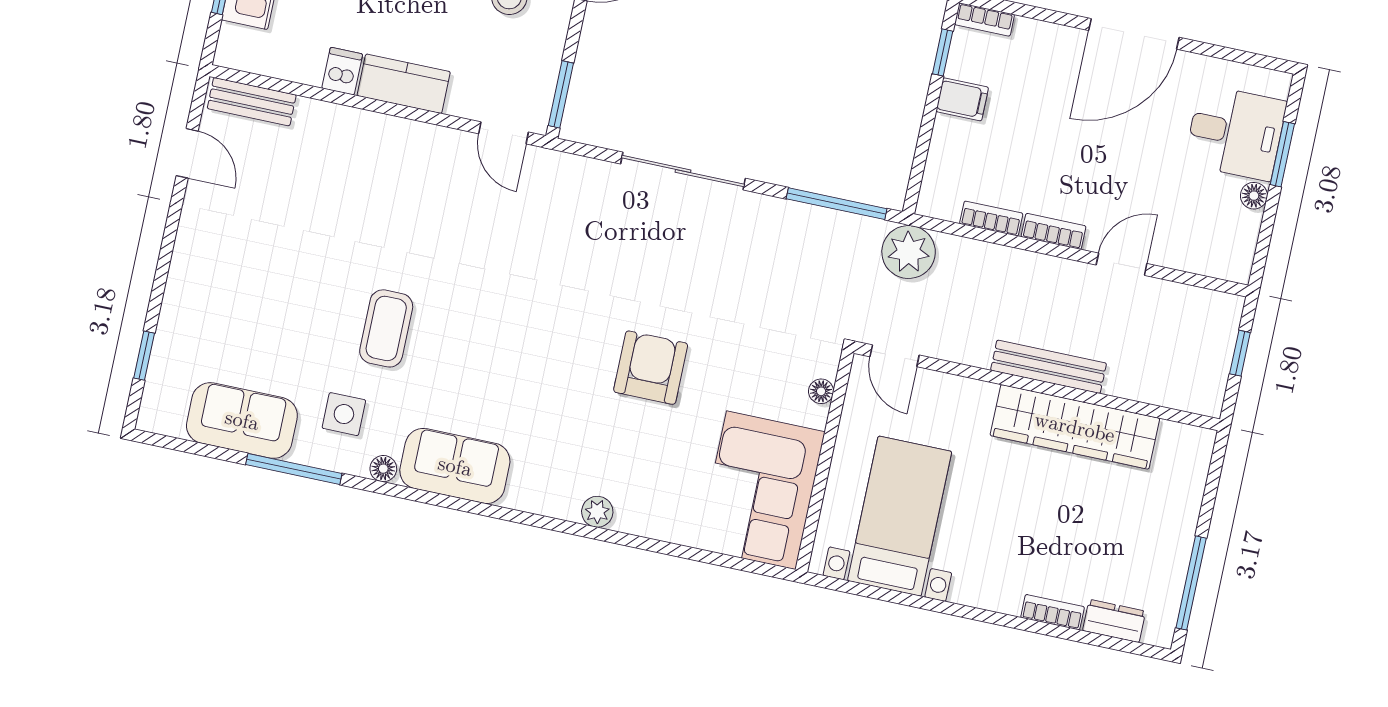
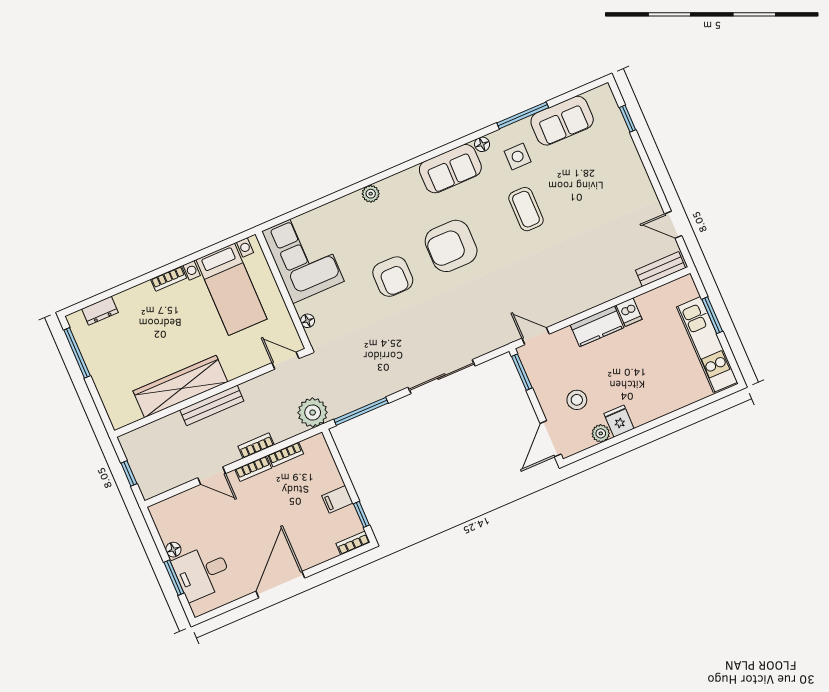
bookcase: (1025, 262) -> (256, 446), added
door: (1122, 264) -> (212, 476), hinge flipped
armchair: (534, 352) -> (451, 246), added
bookcase: (1053, 612) -> (169, 279), moved

